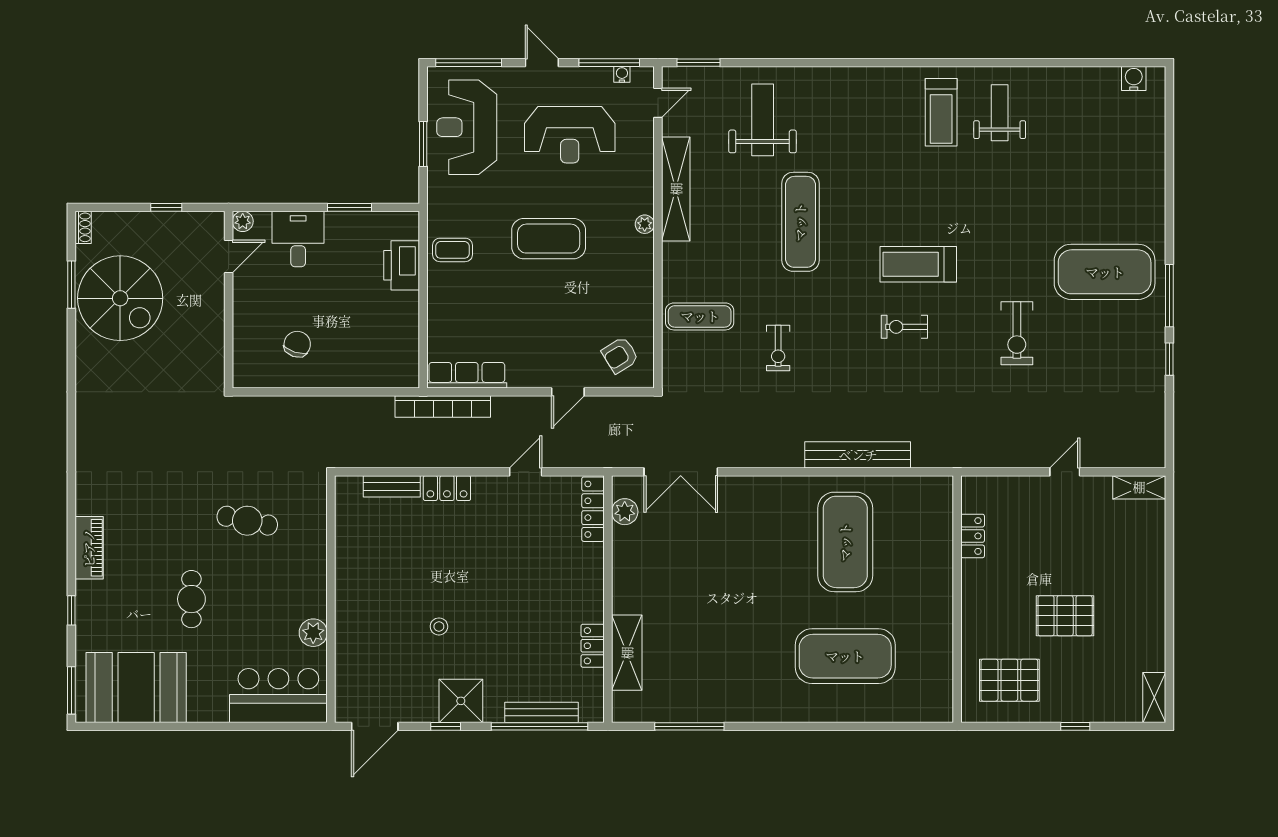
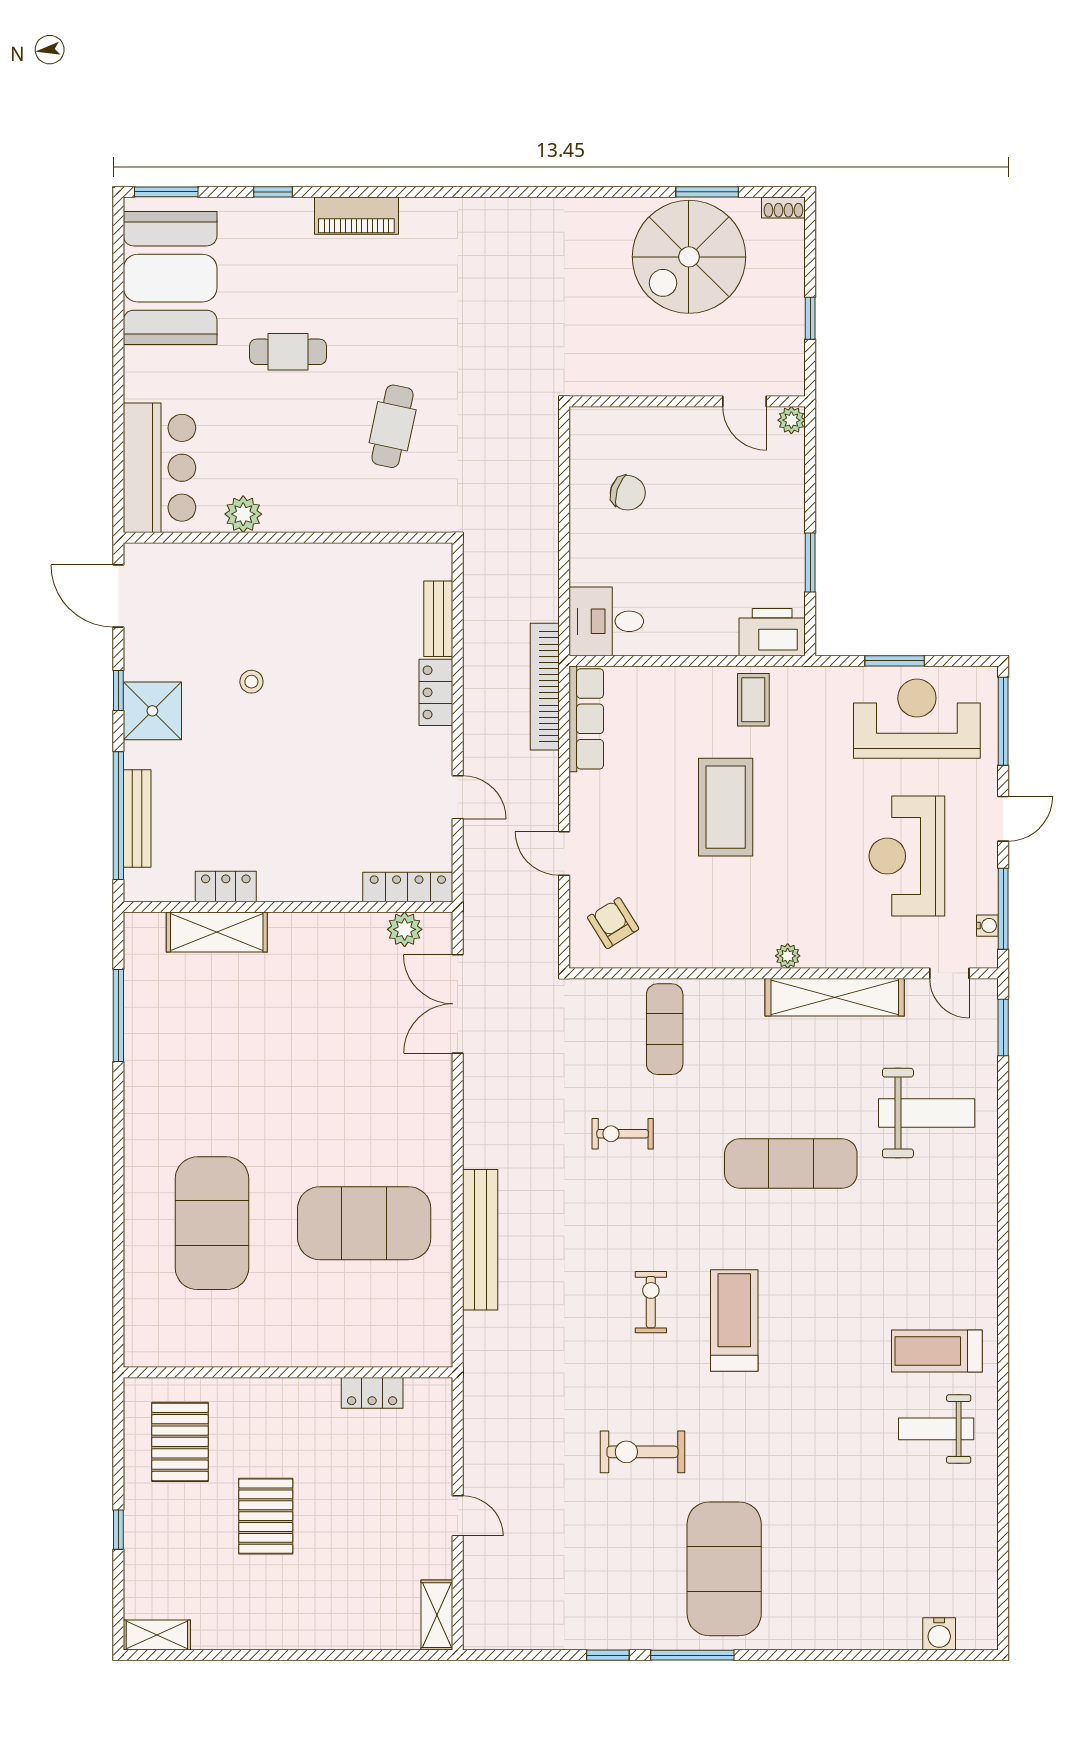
water cooler: (1134, 79) -> (939, 1634), moved, turned 90
weight bench: (1000, 113) -> (936, 1429), turned 180
desk: (298, 239) -> (606, 621), moved, turned 180
coffee table: (549, 239) -> (726, 807), moved
printer: (402, 265) -> (772, 632), moved

